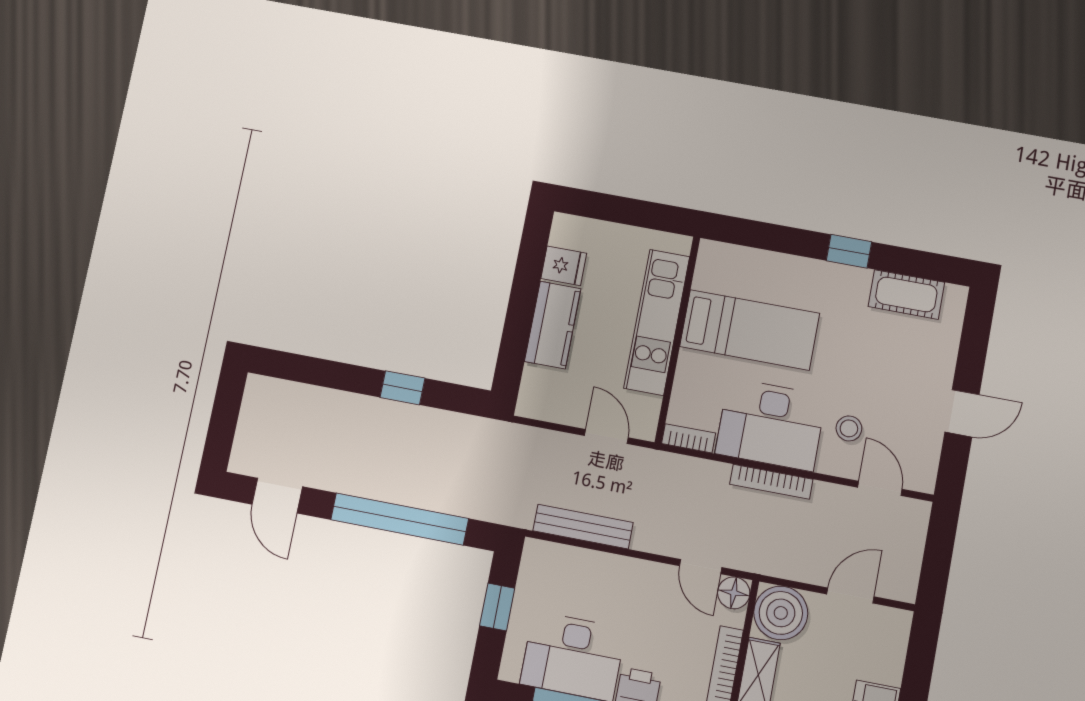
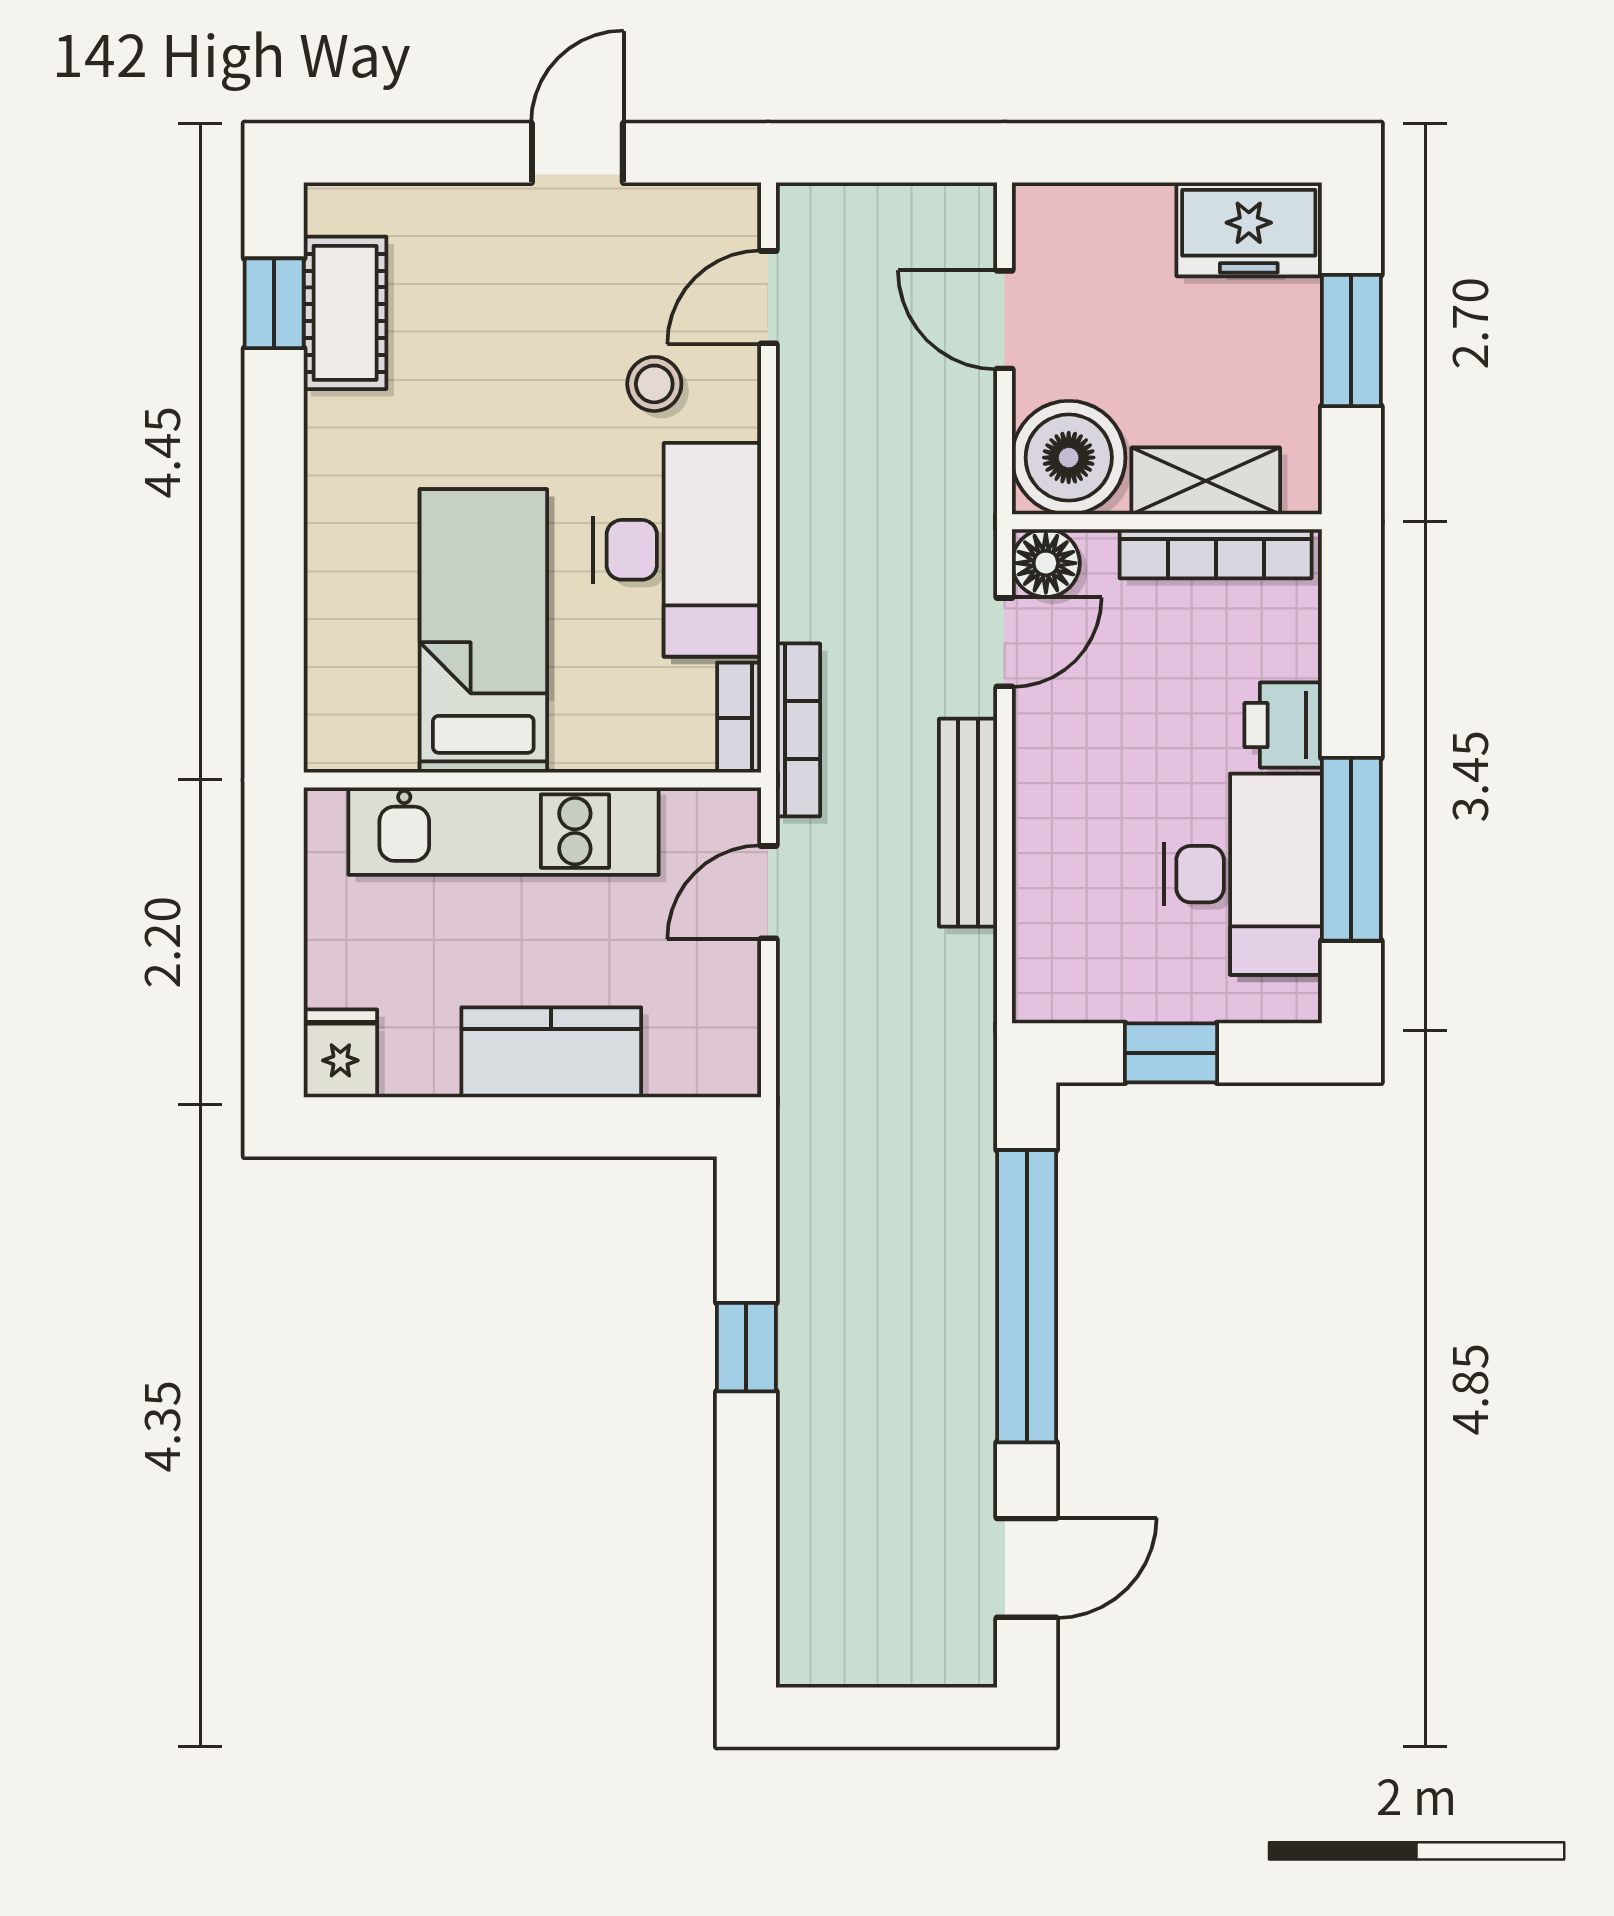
window: (849, 251) -> (274, 303), moved
fridge: (564, 266) -> (340, 1053), moved
door: (962, 413) -> (577, 153), hinge flipped
bookcase: (771, 482) -> (798, 730), moved
bench: (583, 527) -> (968, 823), moved

